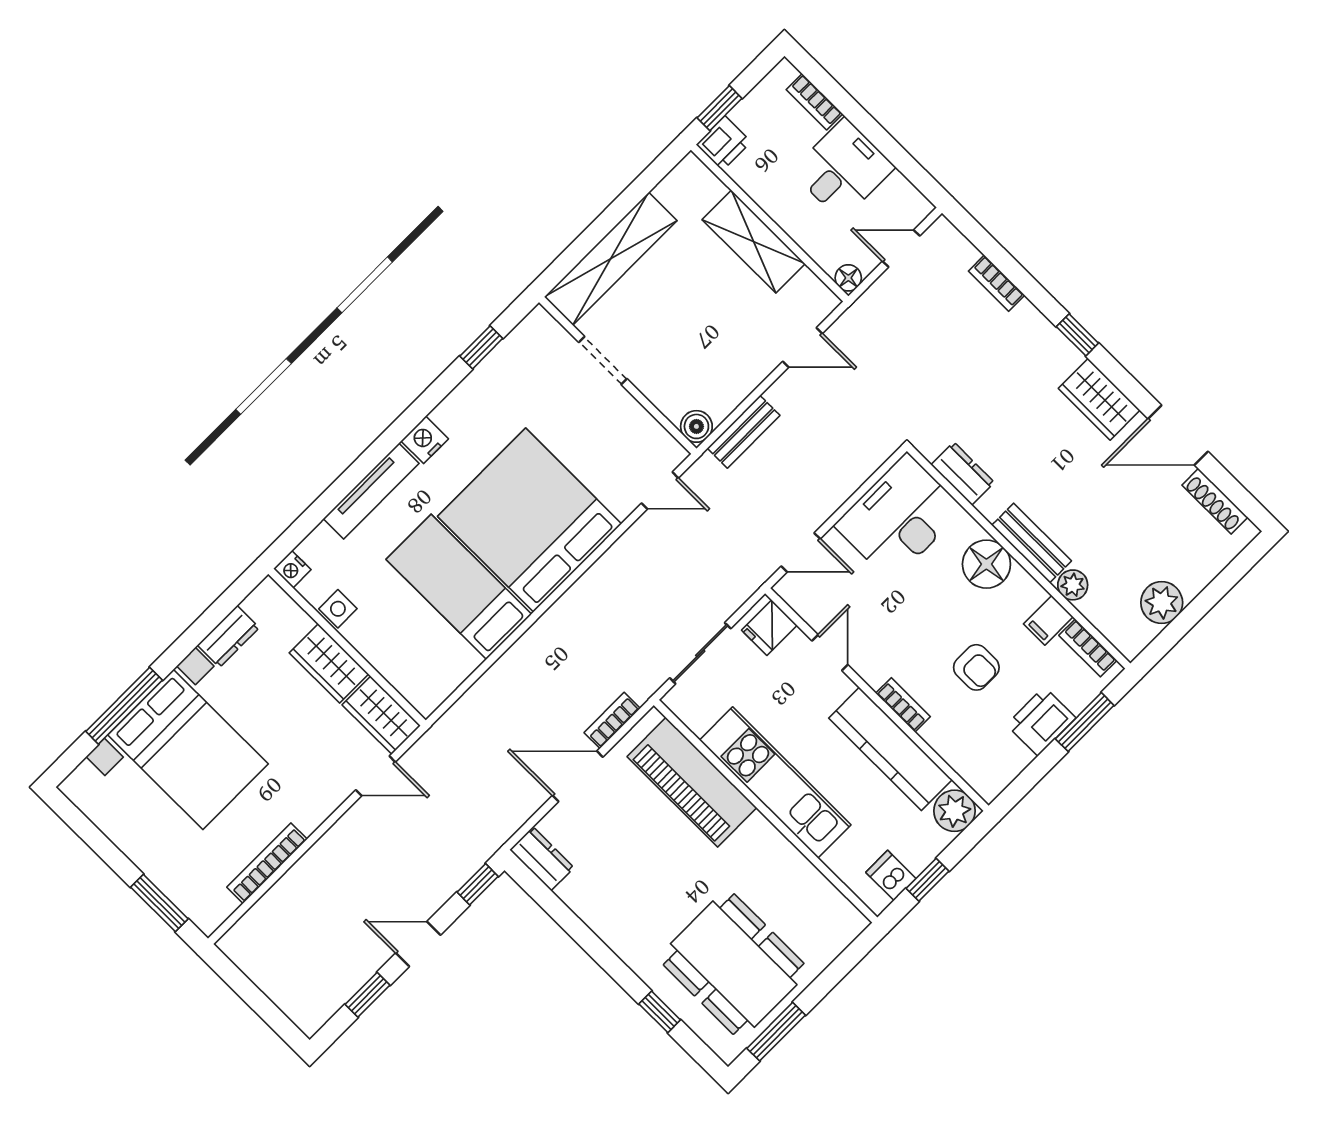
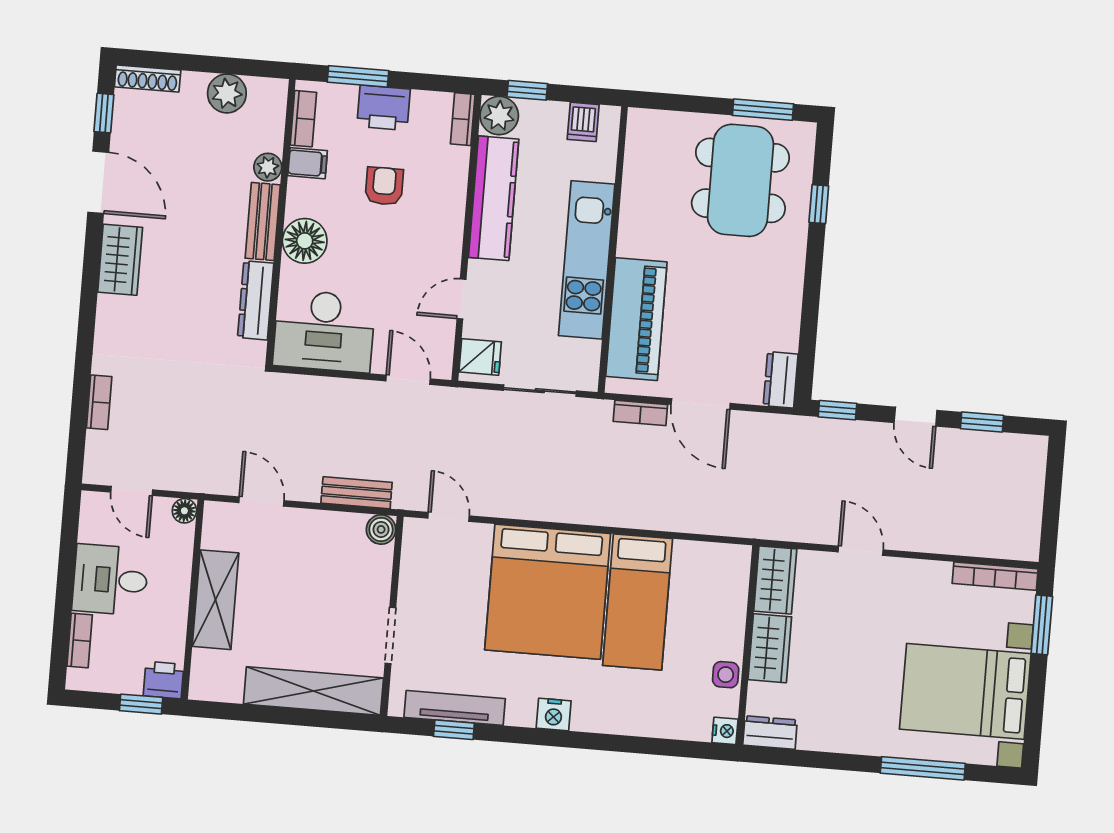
window: (1077, 335) -> (104, 113), moved
dresser: (963, 474) -> (256, 300), width x1.44
tv unit: (371, 491) -> (455, 708), moved
shoe rack: (1215, 501) -> (148, 78), moved, turned 90
dresser: (228, 636) -> (770, 733), moved
bookcase: (903, 705) -> (463, 119), moved
bed with nightstands: (188, 749) -> (965, 691), moved, turned -90
door: (376, 776) -> (861, 551), moved
bookcase: (267, 863) -> (995, 576), moved
window: (927, 880) -> (527, 90), moved

